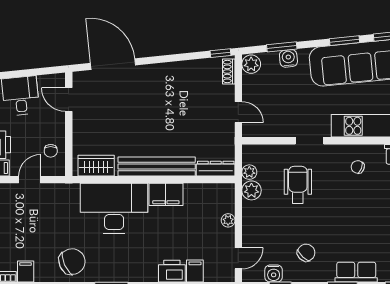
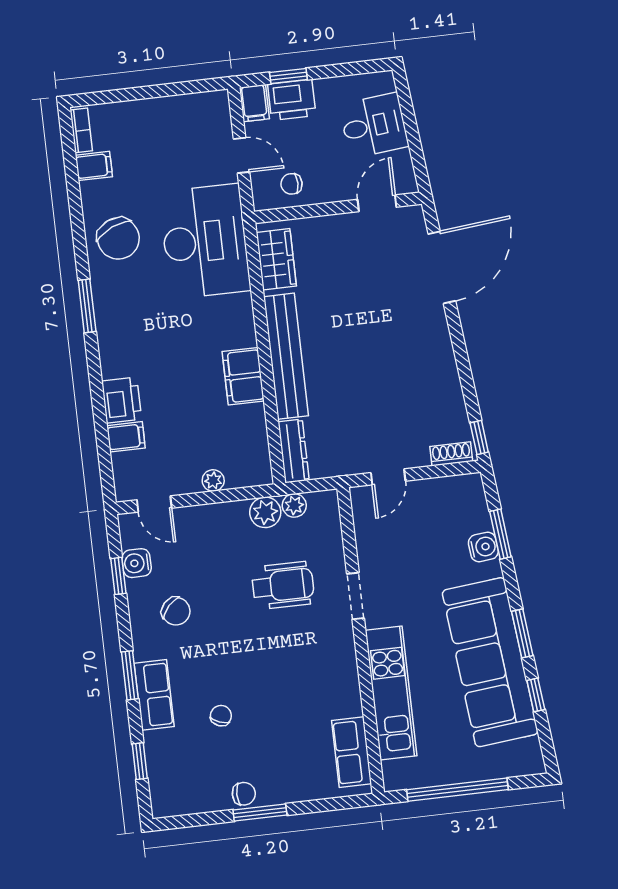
plant: (251, 64) -> (467, 488), removed
chair: (358, 167) -> (221, 716), moved
desk: (114, 208) -> (205, 241), moved

